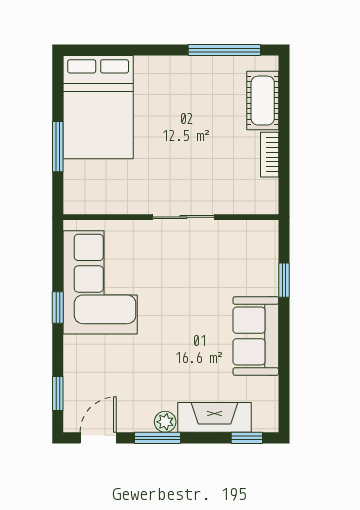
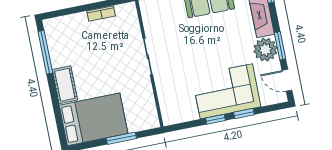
cot: (263, 101) -> (65, 85), moved, turned 90
corner sofa: (100, 282) -> (226, 91), moved
window: (58, 393) -> (244, 114), moved
plant: (165, 422) -> (265, 50), width x1.88, depth x1.88

